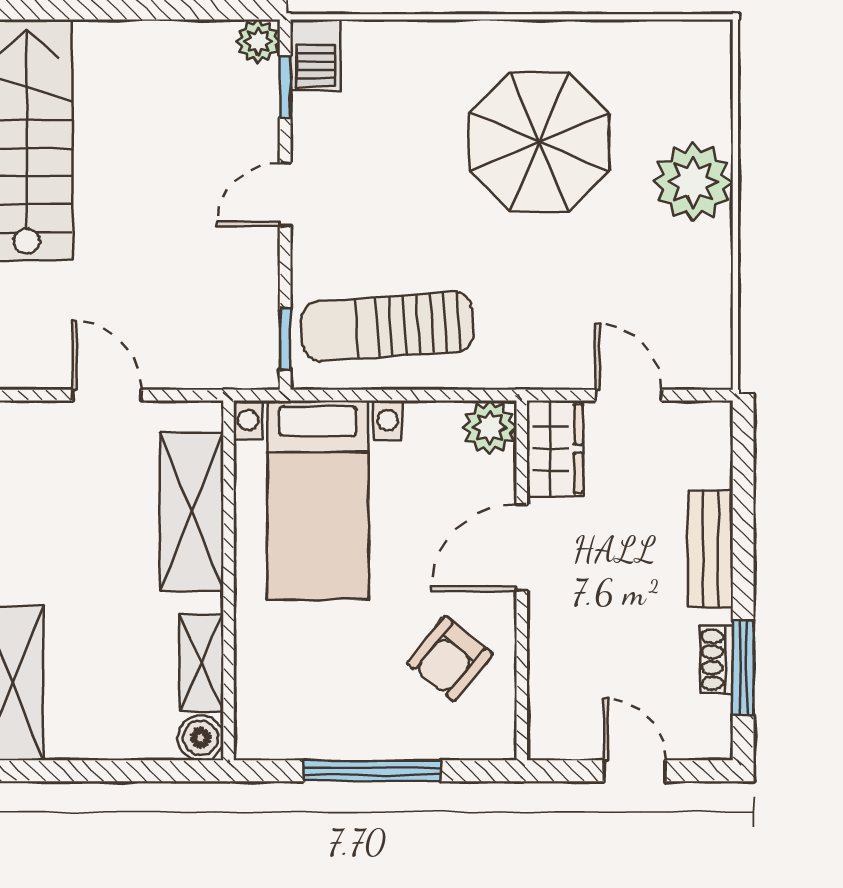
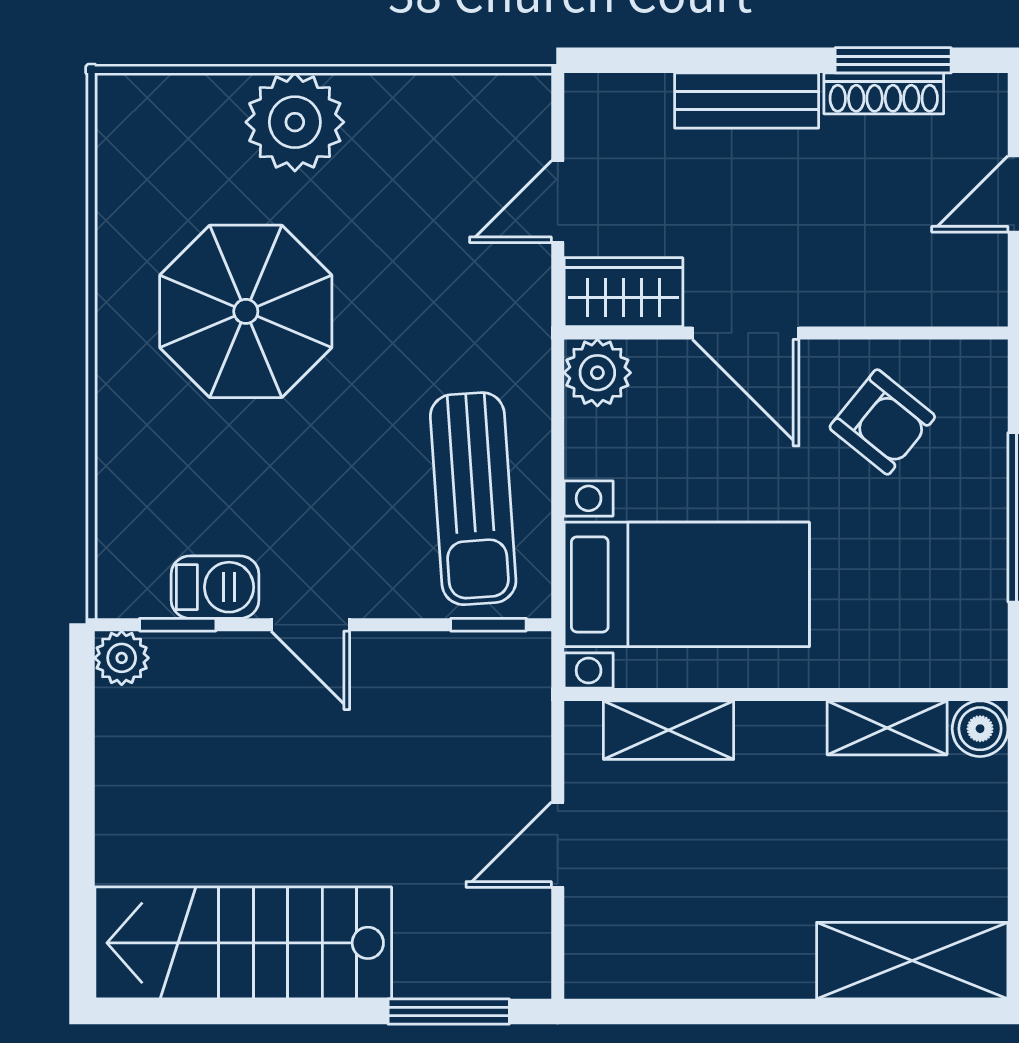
barbecue: (316, 55) -> (215, 587), moved
shelving: (192, 512) -> (669, 730), width x0.67, depth x0.75
shoe rack: (716, 660) -> (884, 93), width x1.43

